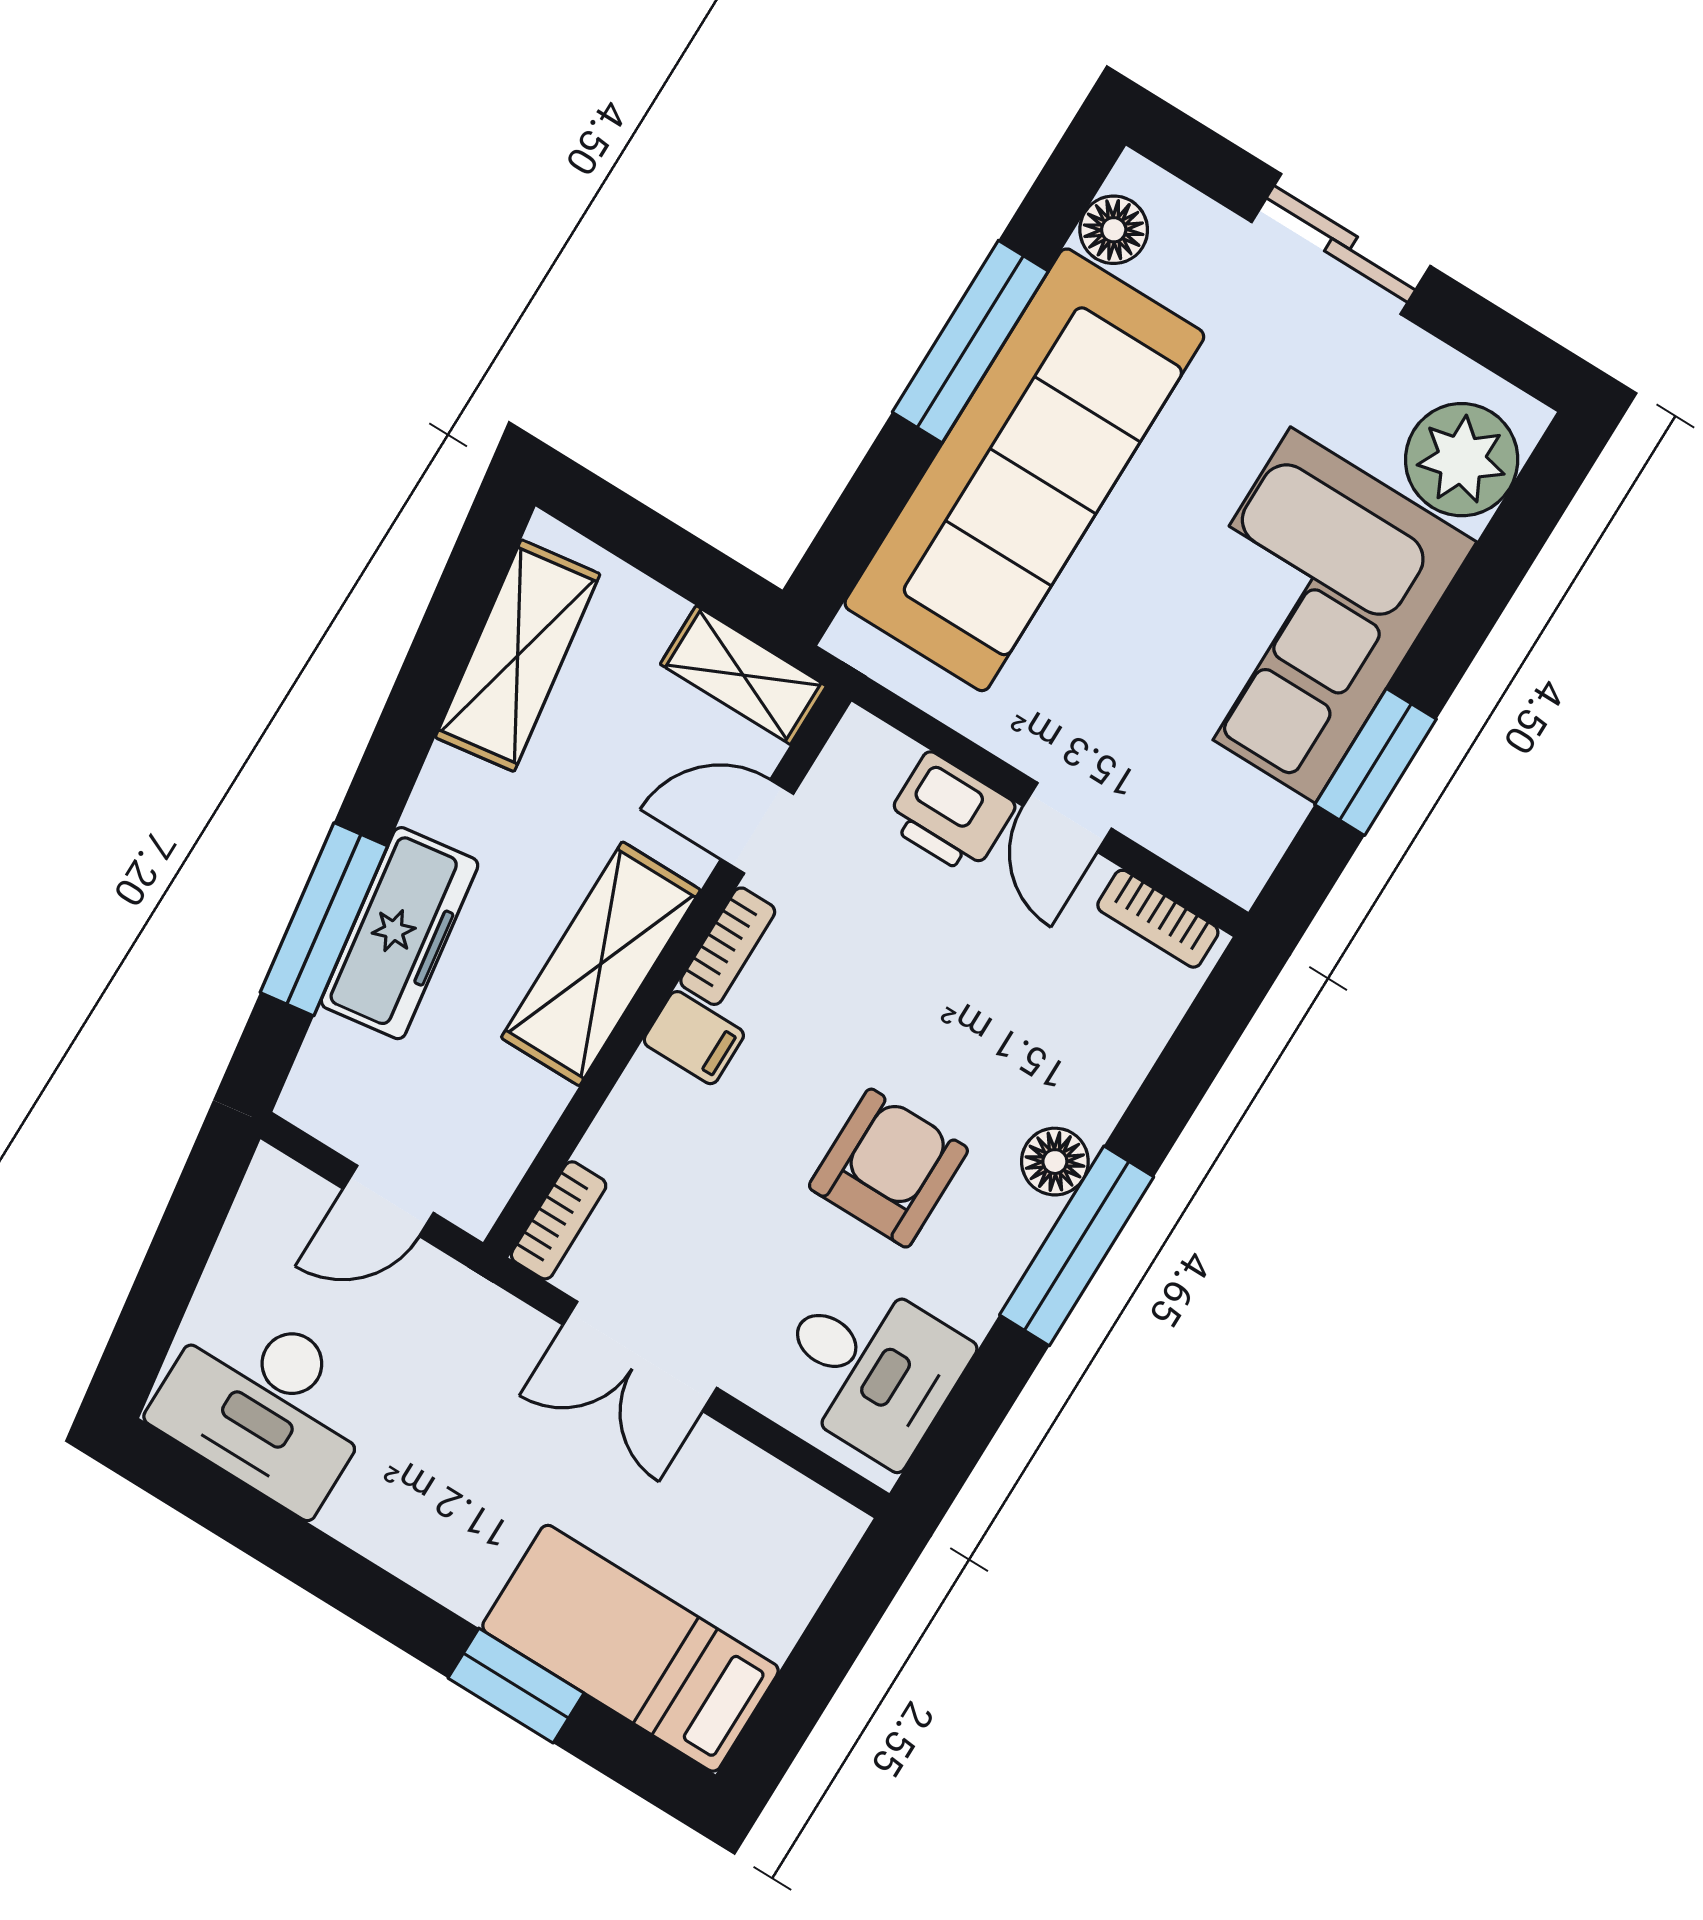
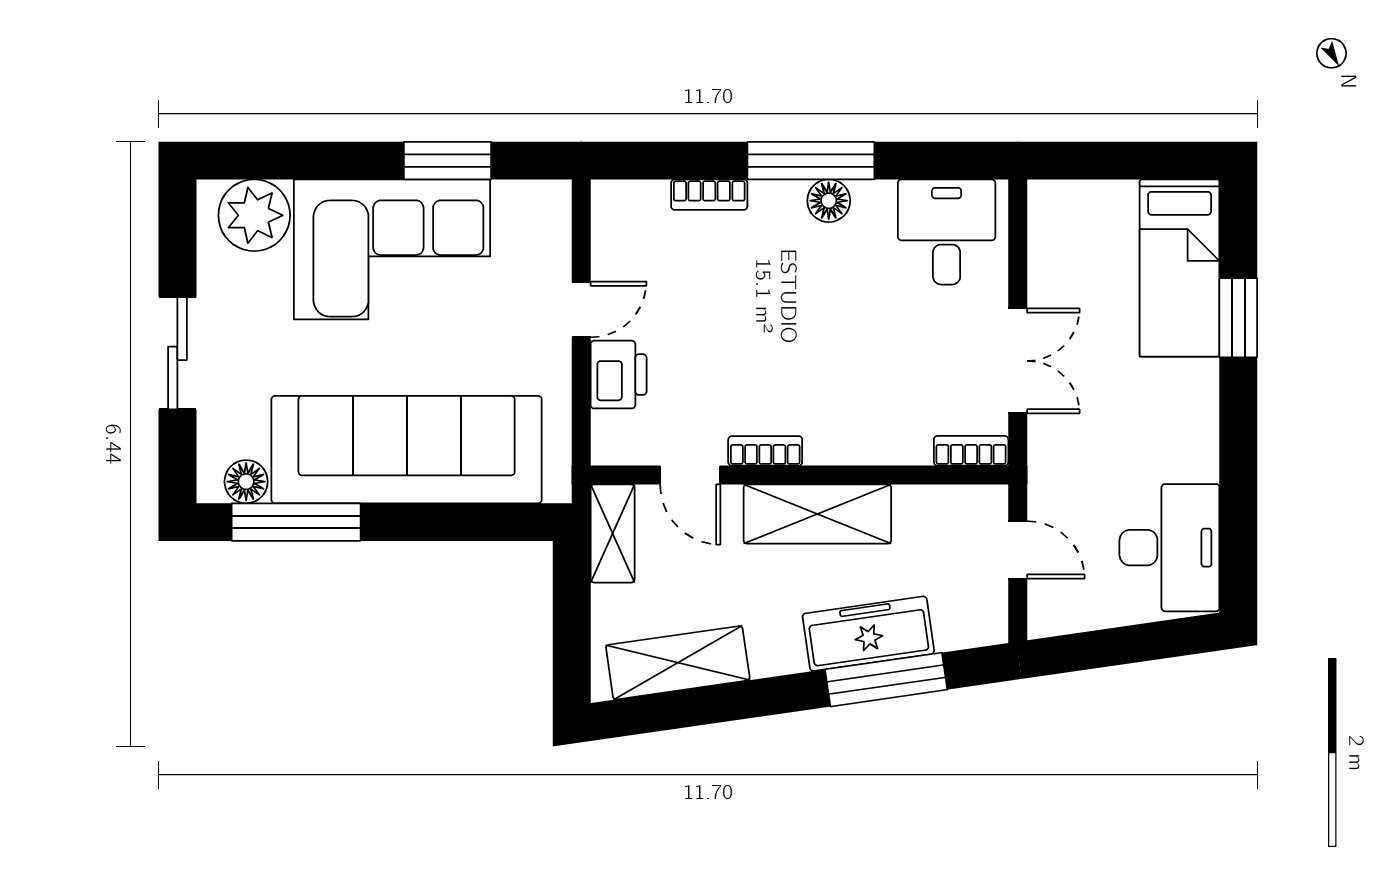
window: (970, 342) -> (296, 522), moved
bookcase: (1158, 919) -> (709, 195), moved, turned 90
filing cabinet: (694, 1038) -> (826, 439), removed
floor lamp: (1055, 1162) -> (829, 201), moved
armchair: (888, 1168) -> (832, 289), removed

